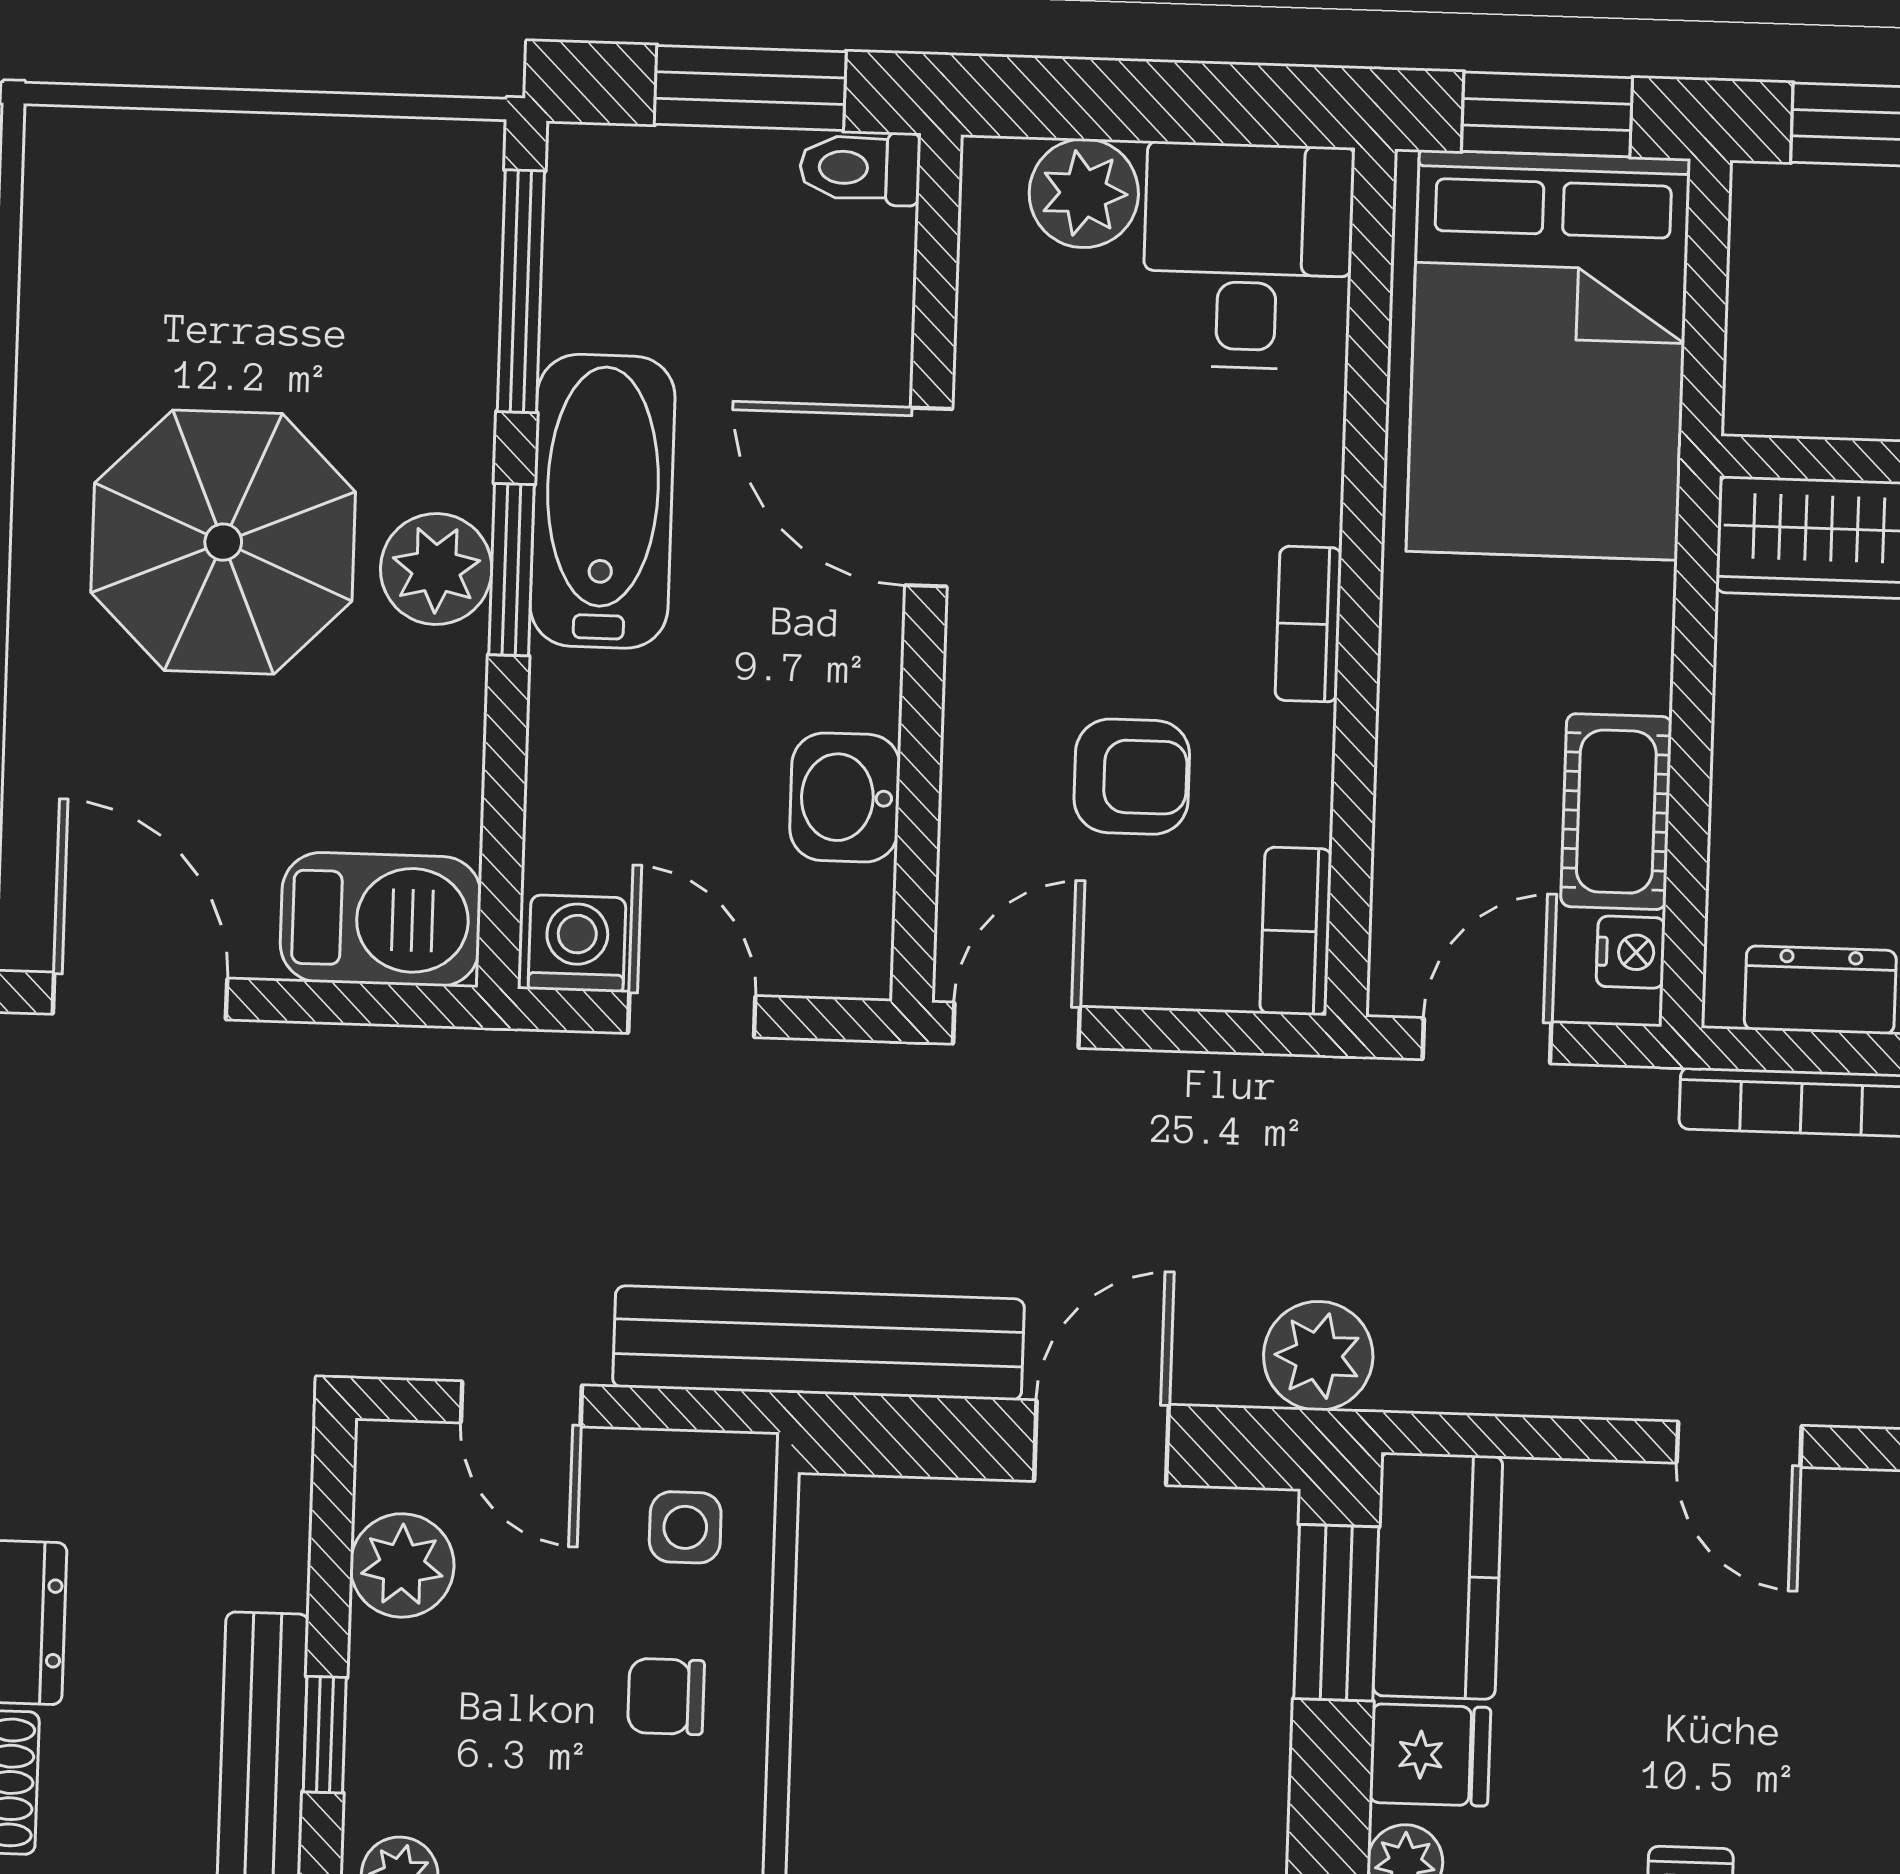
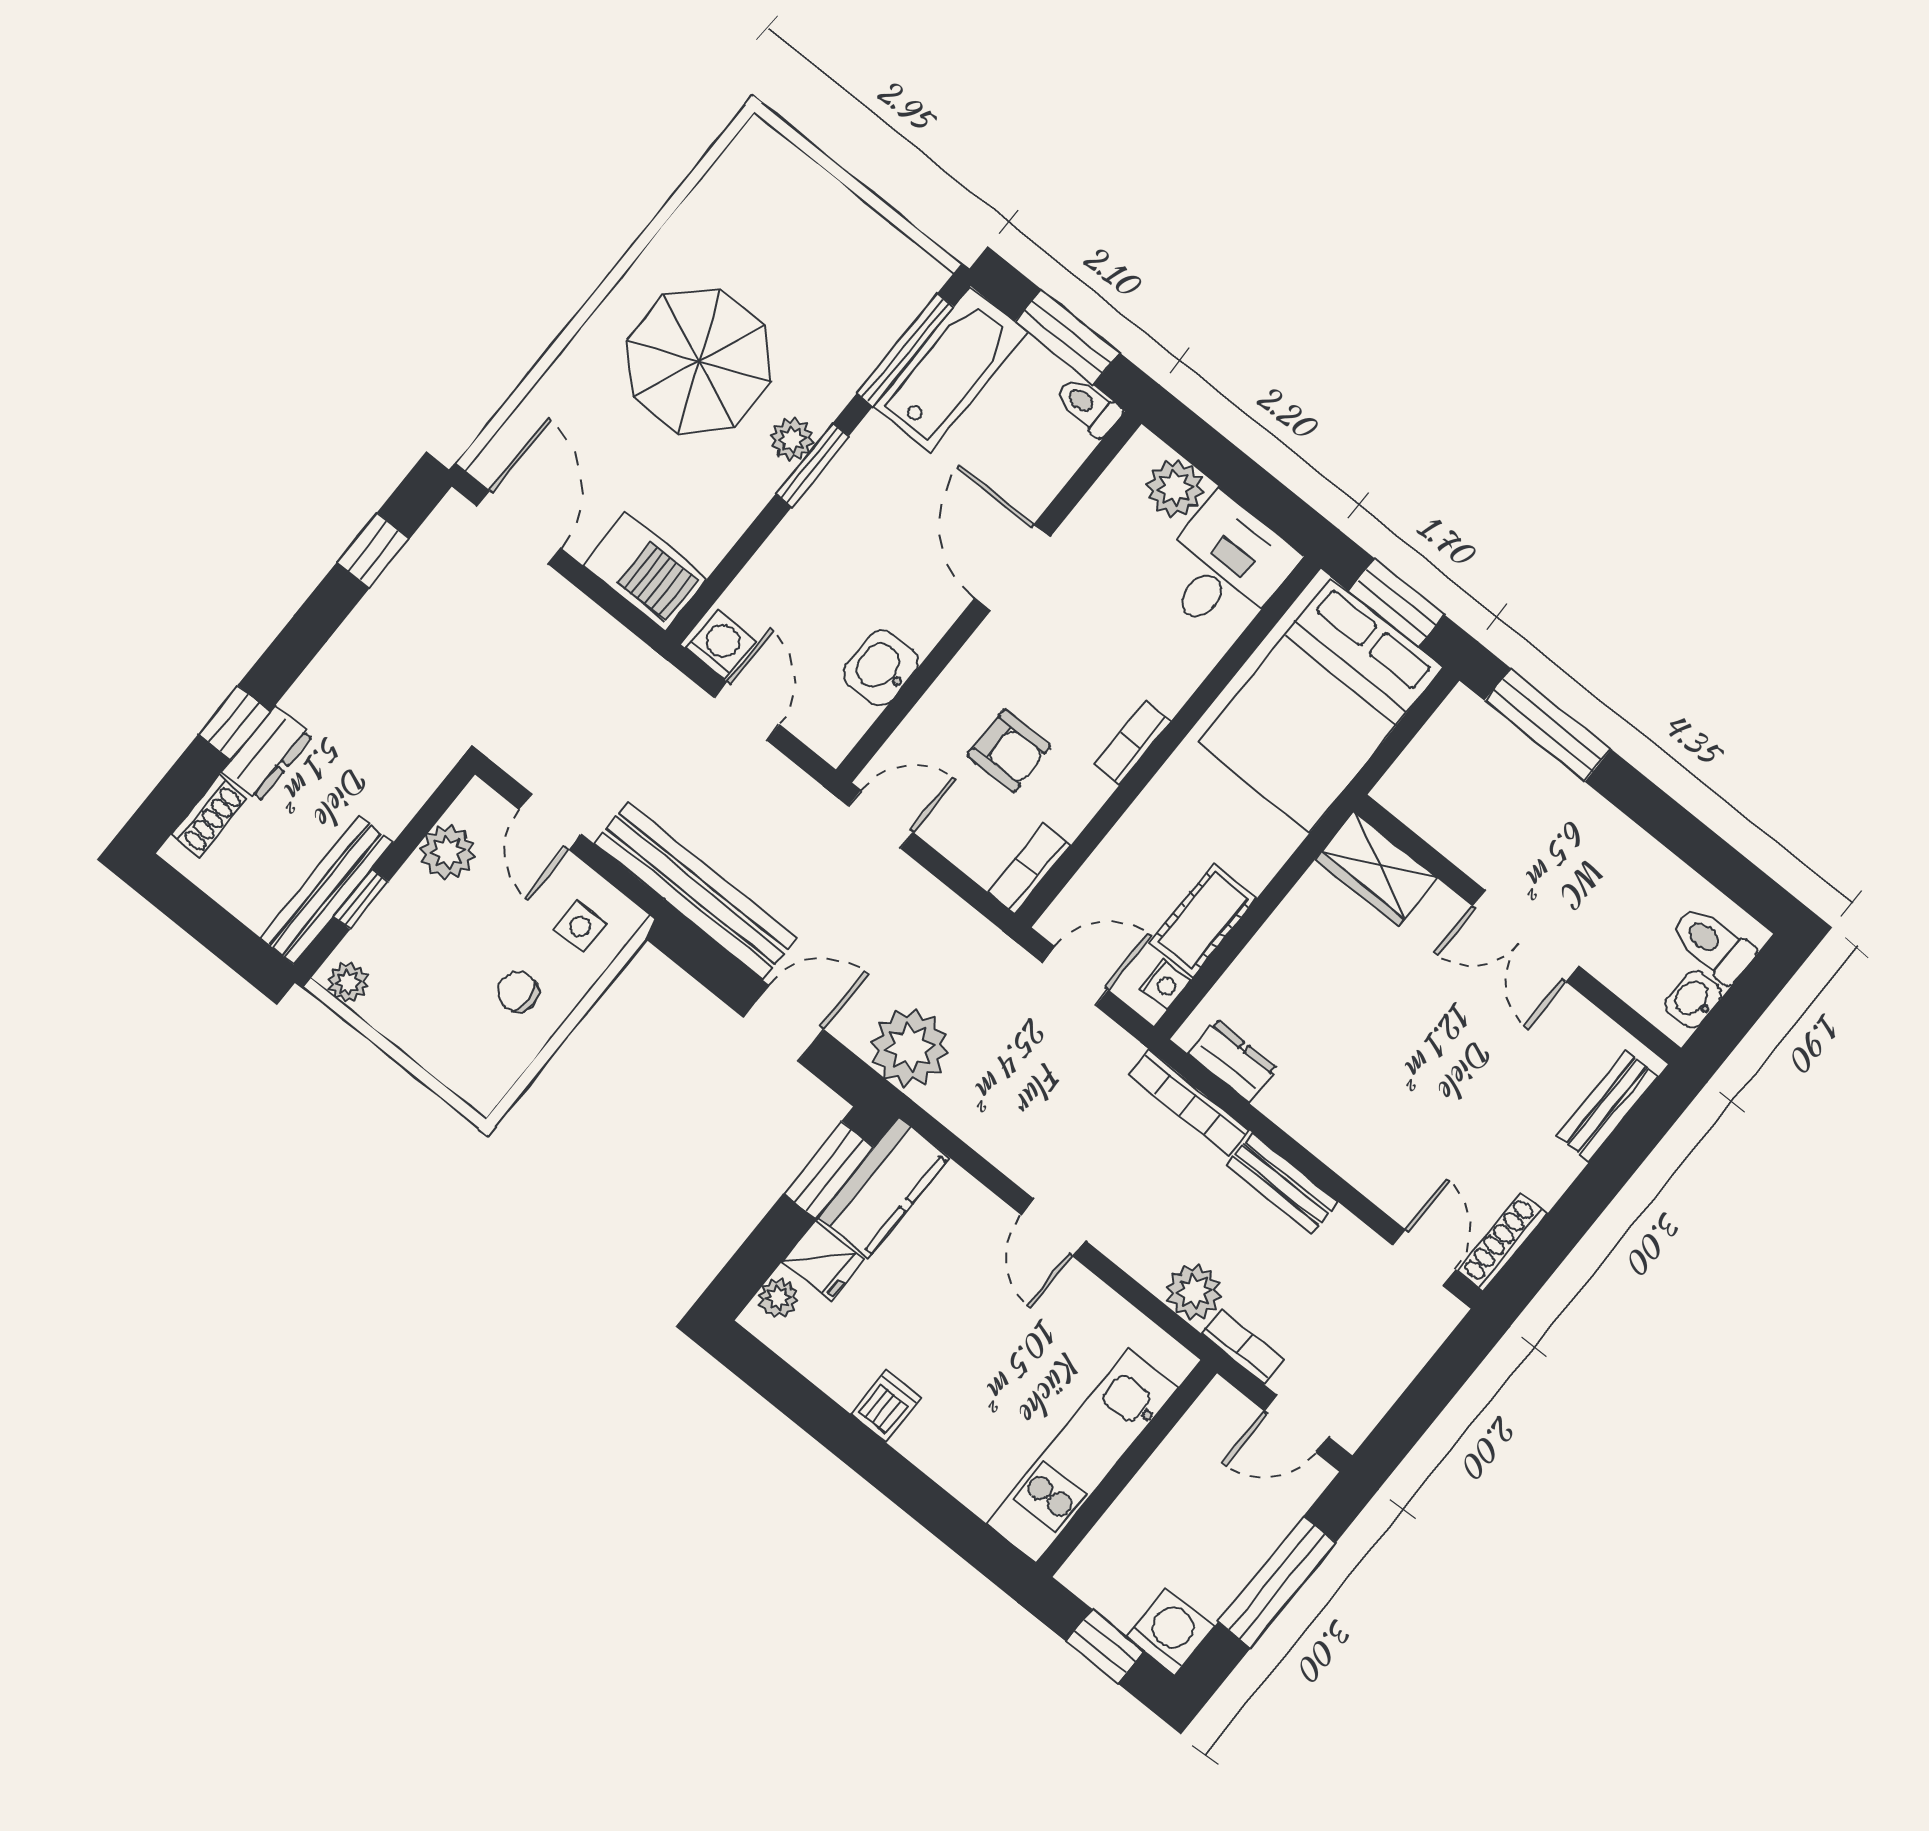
bathtub: (603, 501) -> (950, 369), moved
plant: (436, 569) -> (792, 439), width x0.73, depth x0.73
plant: (1318, 1356) -> (910, 1048), width x1.36, depth x1.36

